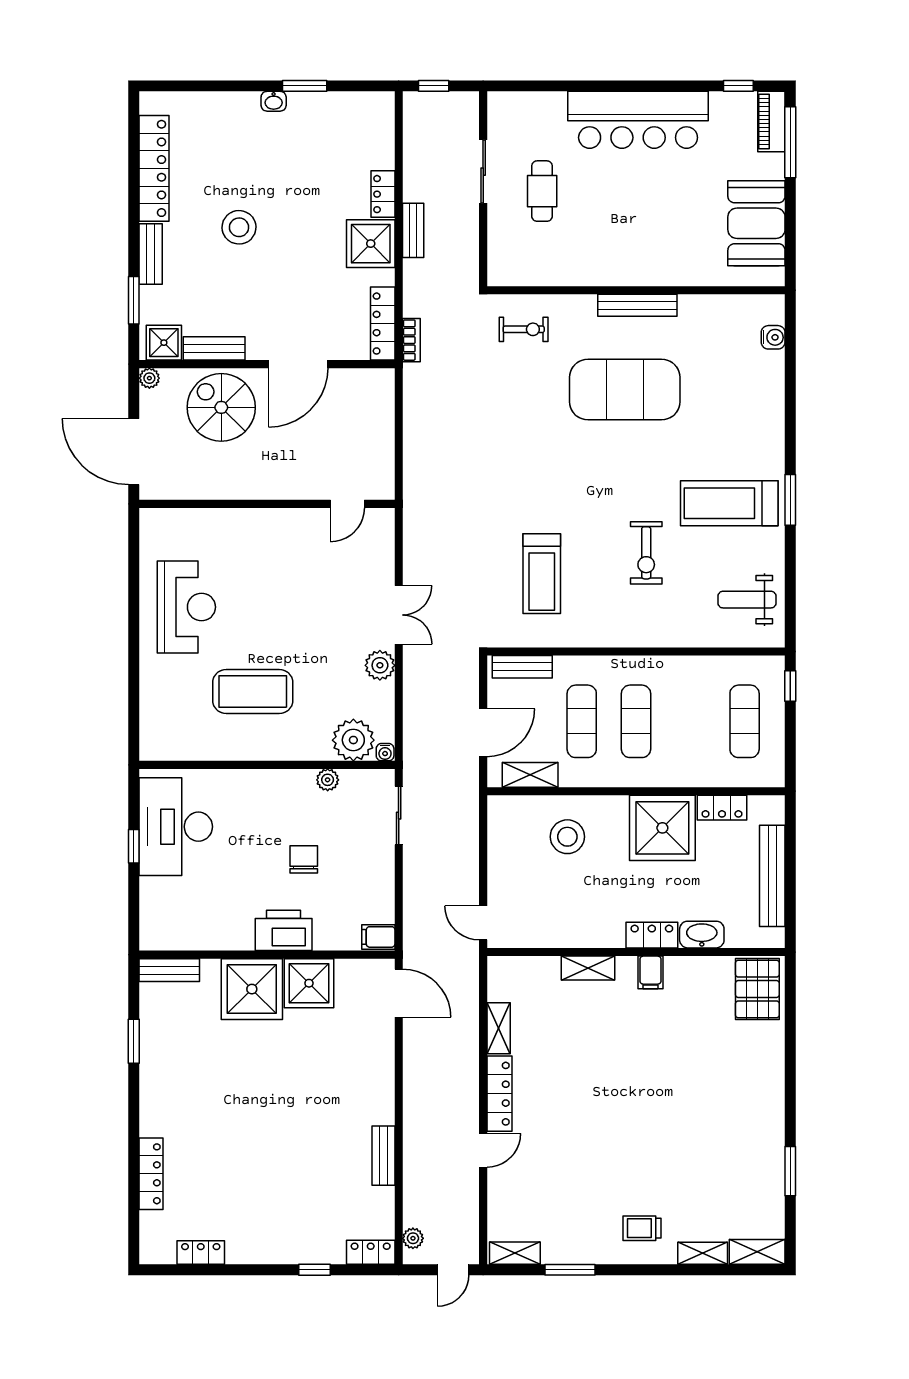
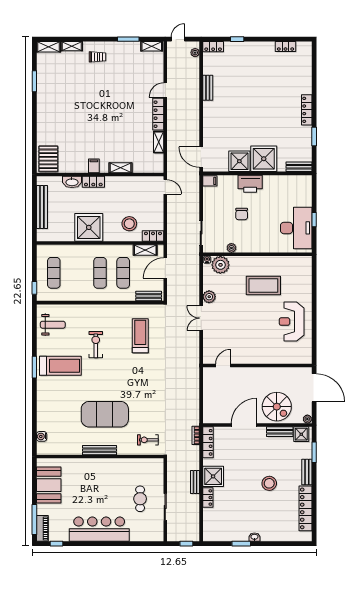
locker: (722, 808) -> (153, 236), moved
locker: (151, 1174) -> (307, 110), moved

